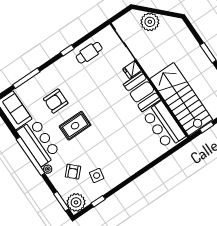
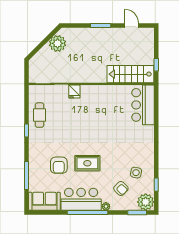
plant: (150, 22) -> (58, 43), moved
booth: (142, 92) -> (96, 95), removed
stairs: (181, 99) -> (130, 74), width x0.73, depth x0.66
bar counter: (164, 125) -> (143, 105), moved, turned 90
rug: (75, 126) -> (87, 163), turned 90

